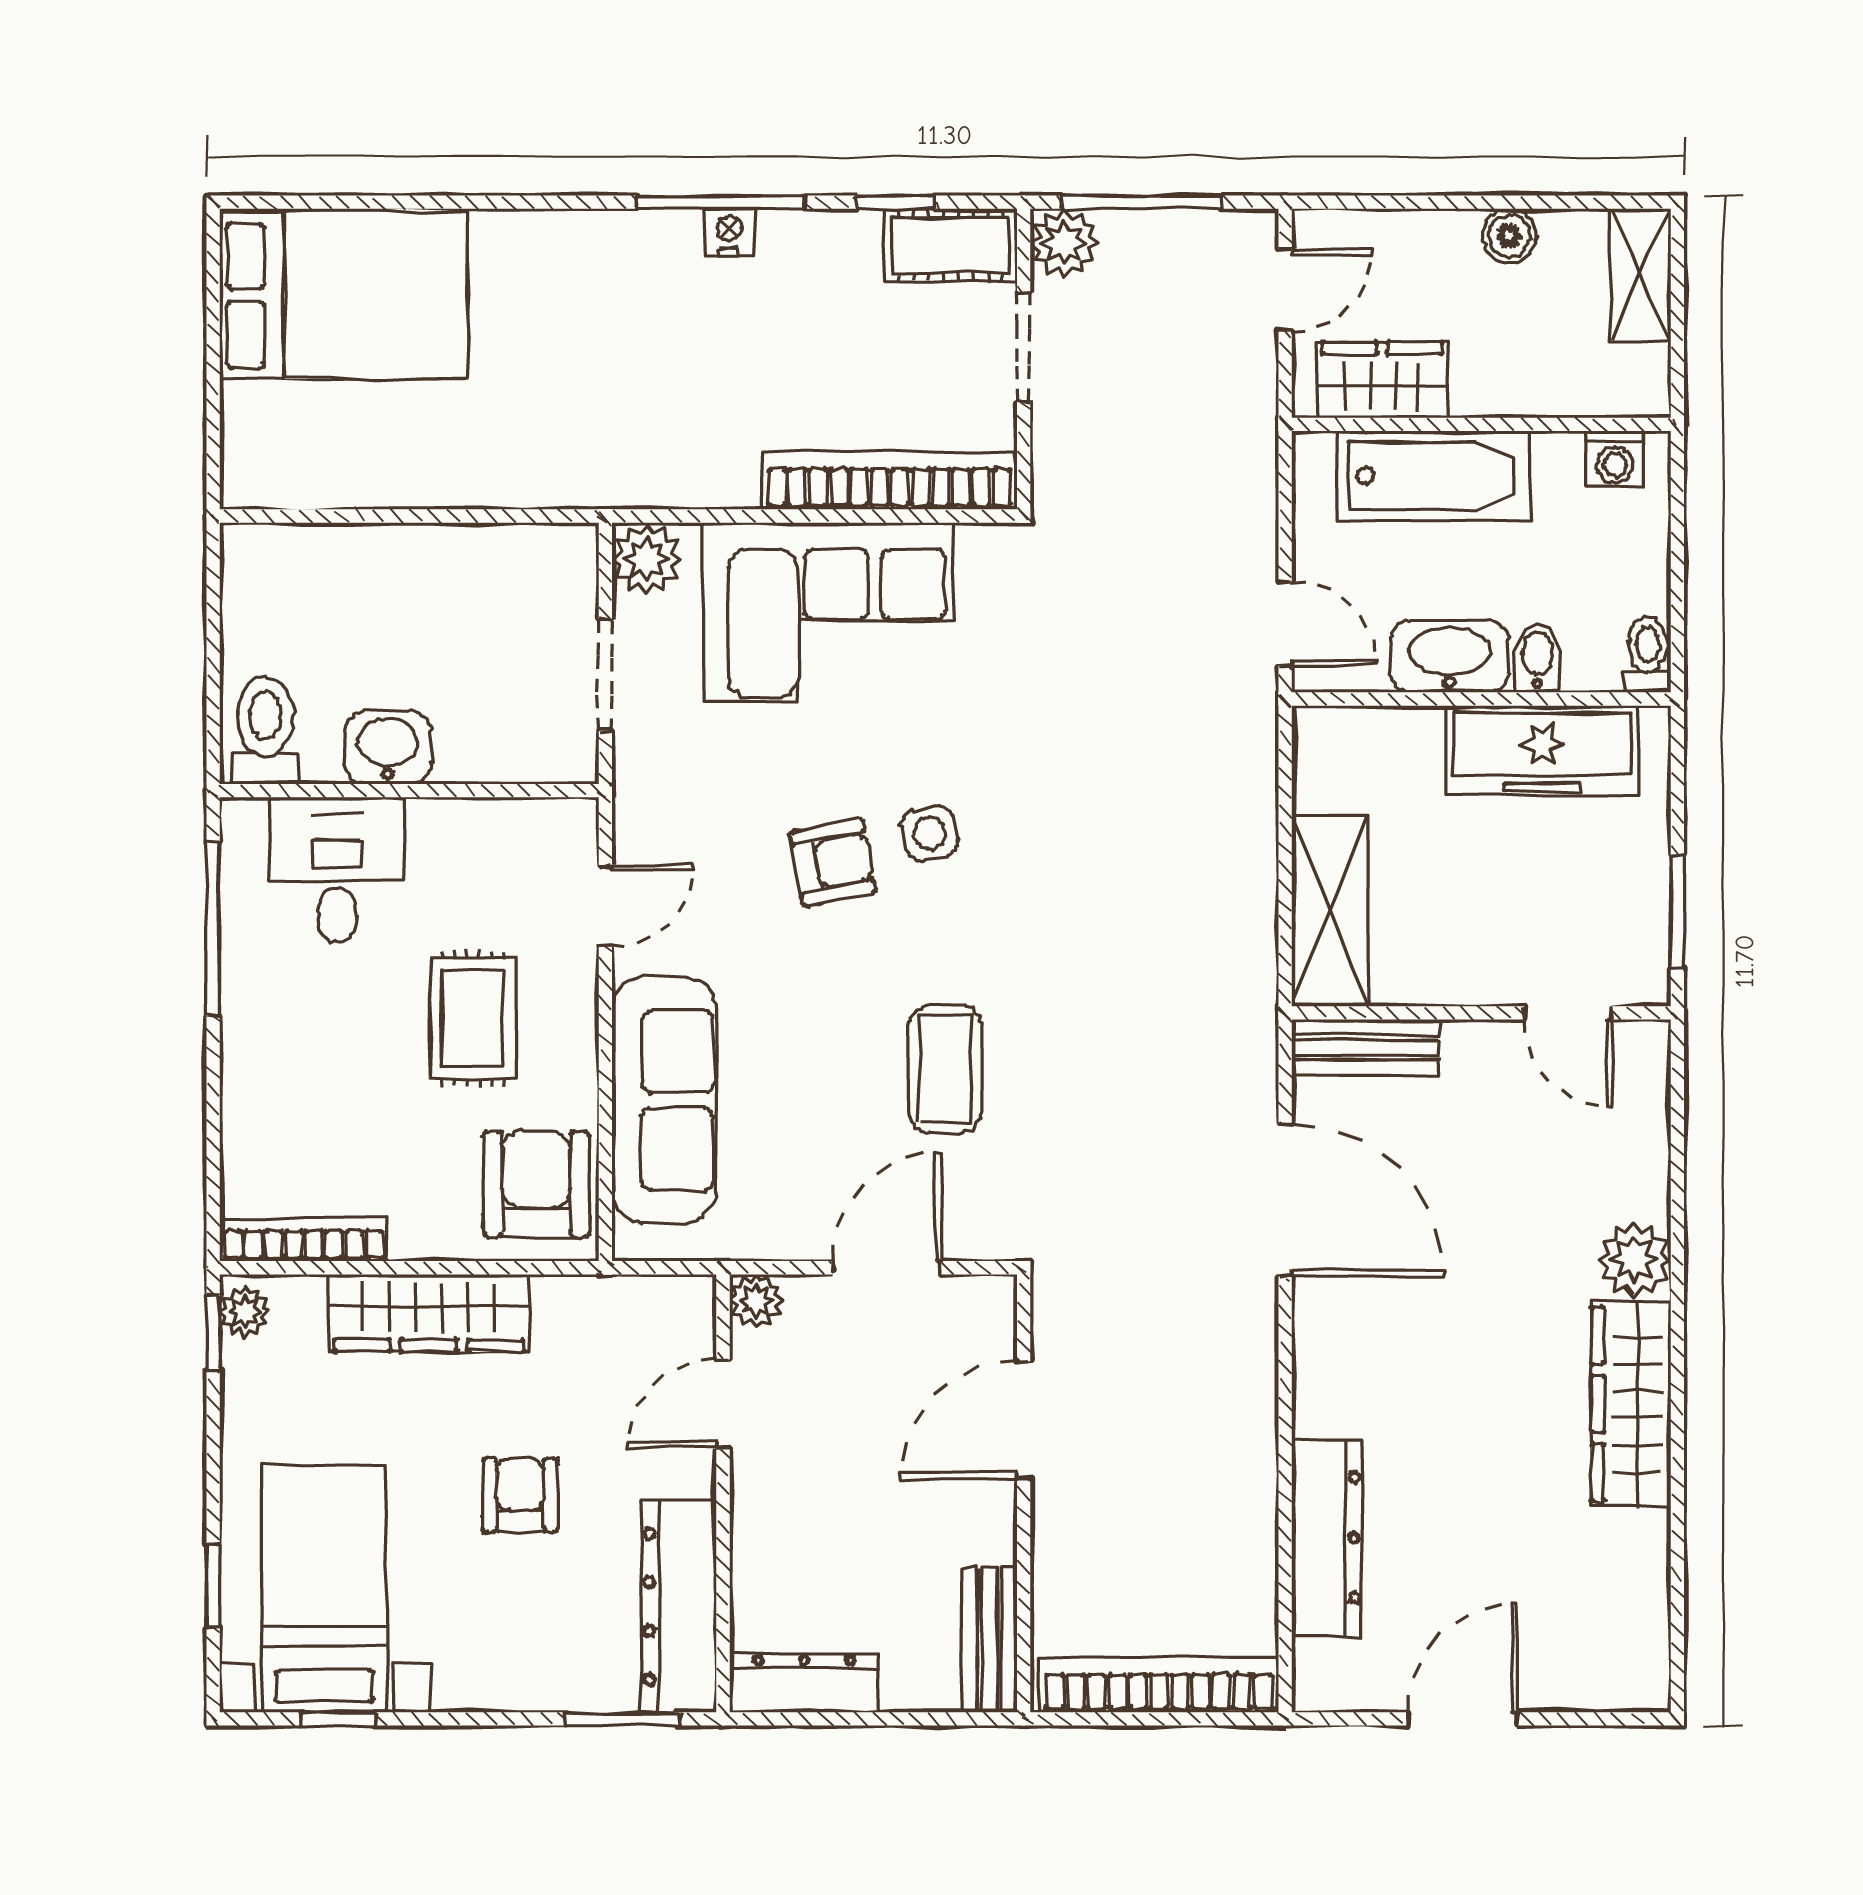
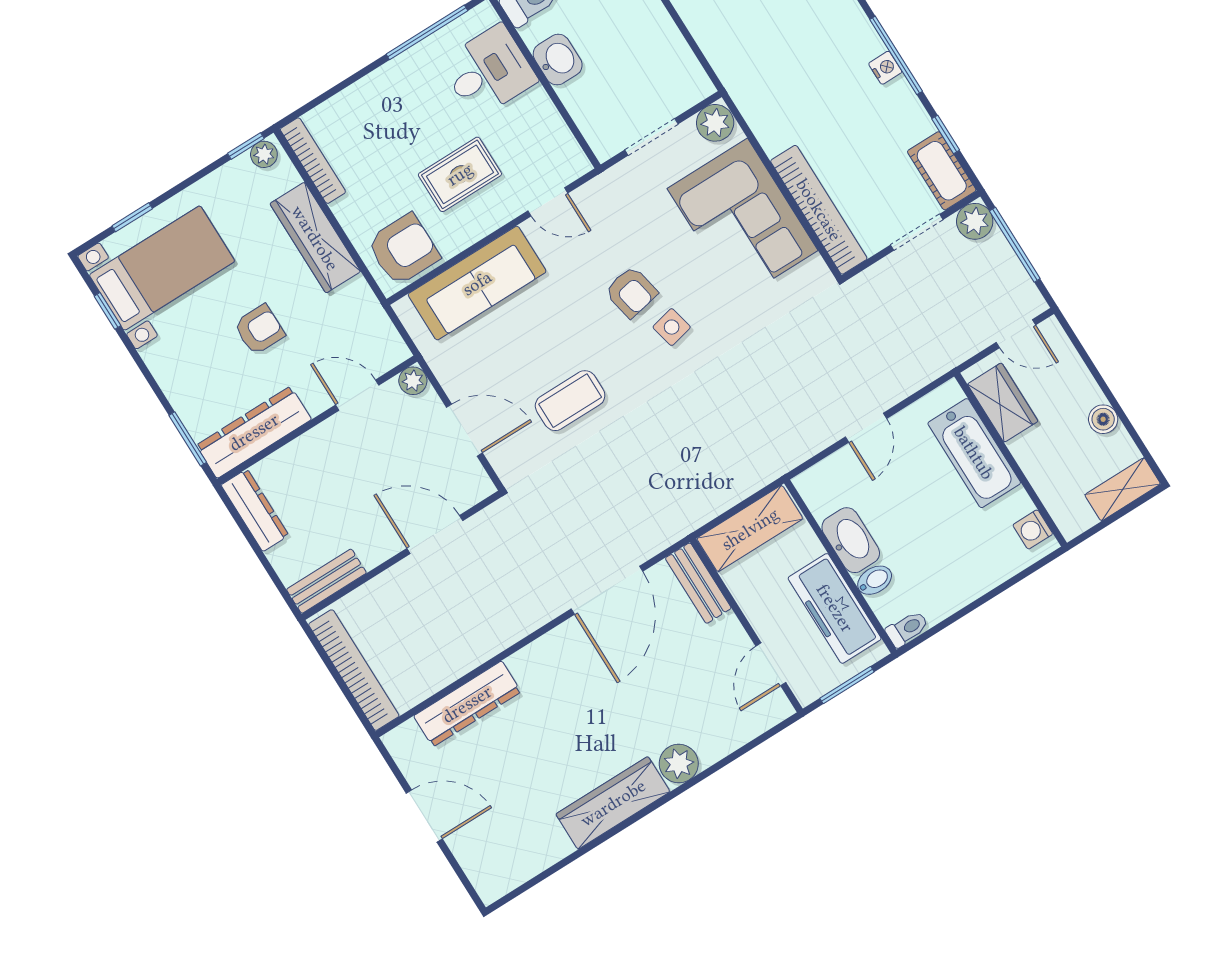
toilet: (1648, 655) -> (907, 629), moved
washbasin: (1449, 656) -> (851, 540), moved
bidet: (1538, 658) -> (875, 580), moved
wall: (1481, 699) -> (840, 566), moved
freezer: (1542, 750) -> (835, 608), moved

